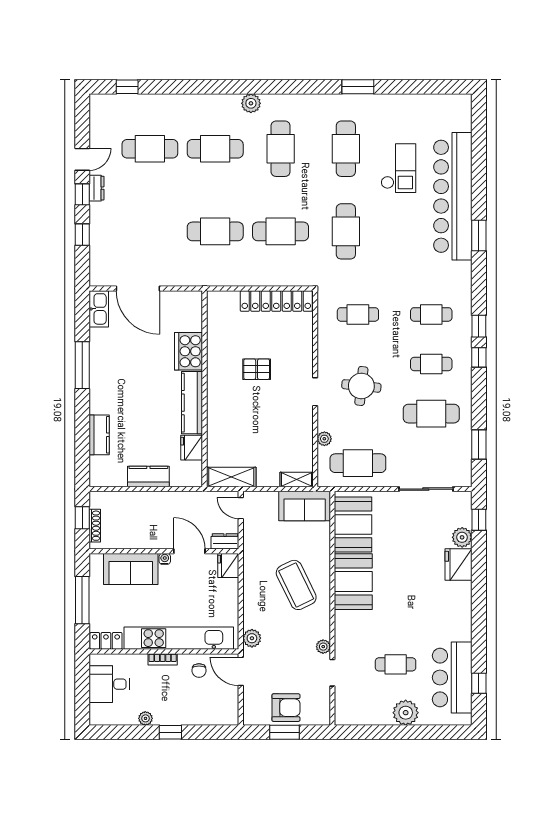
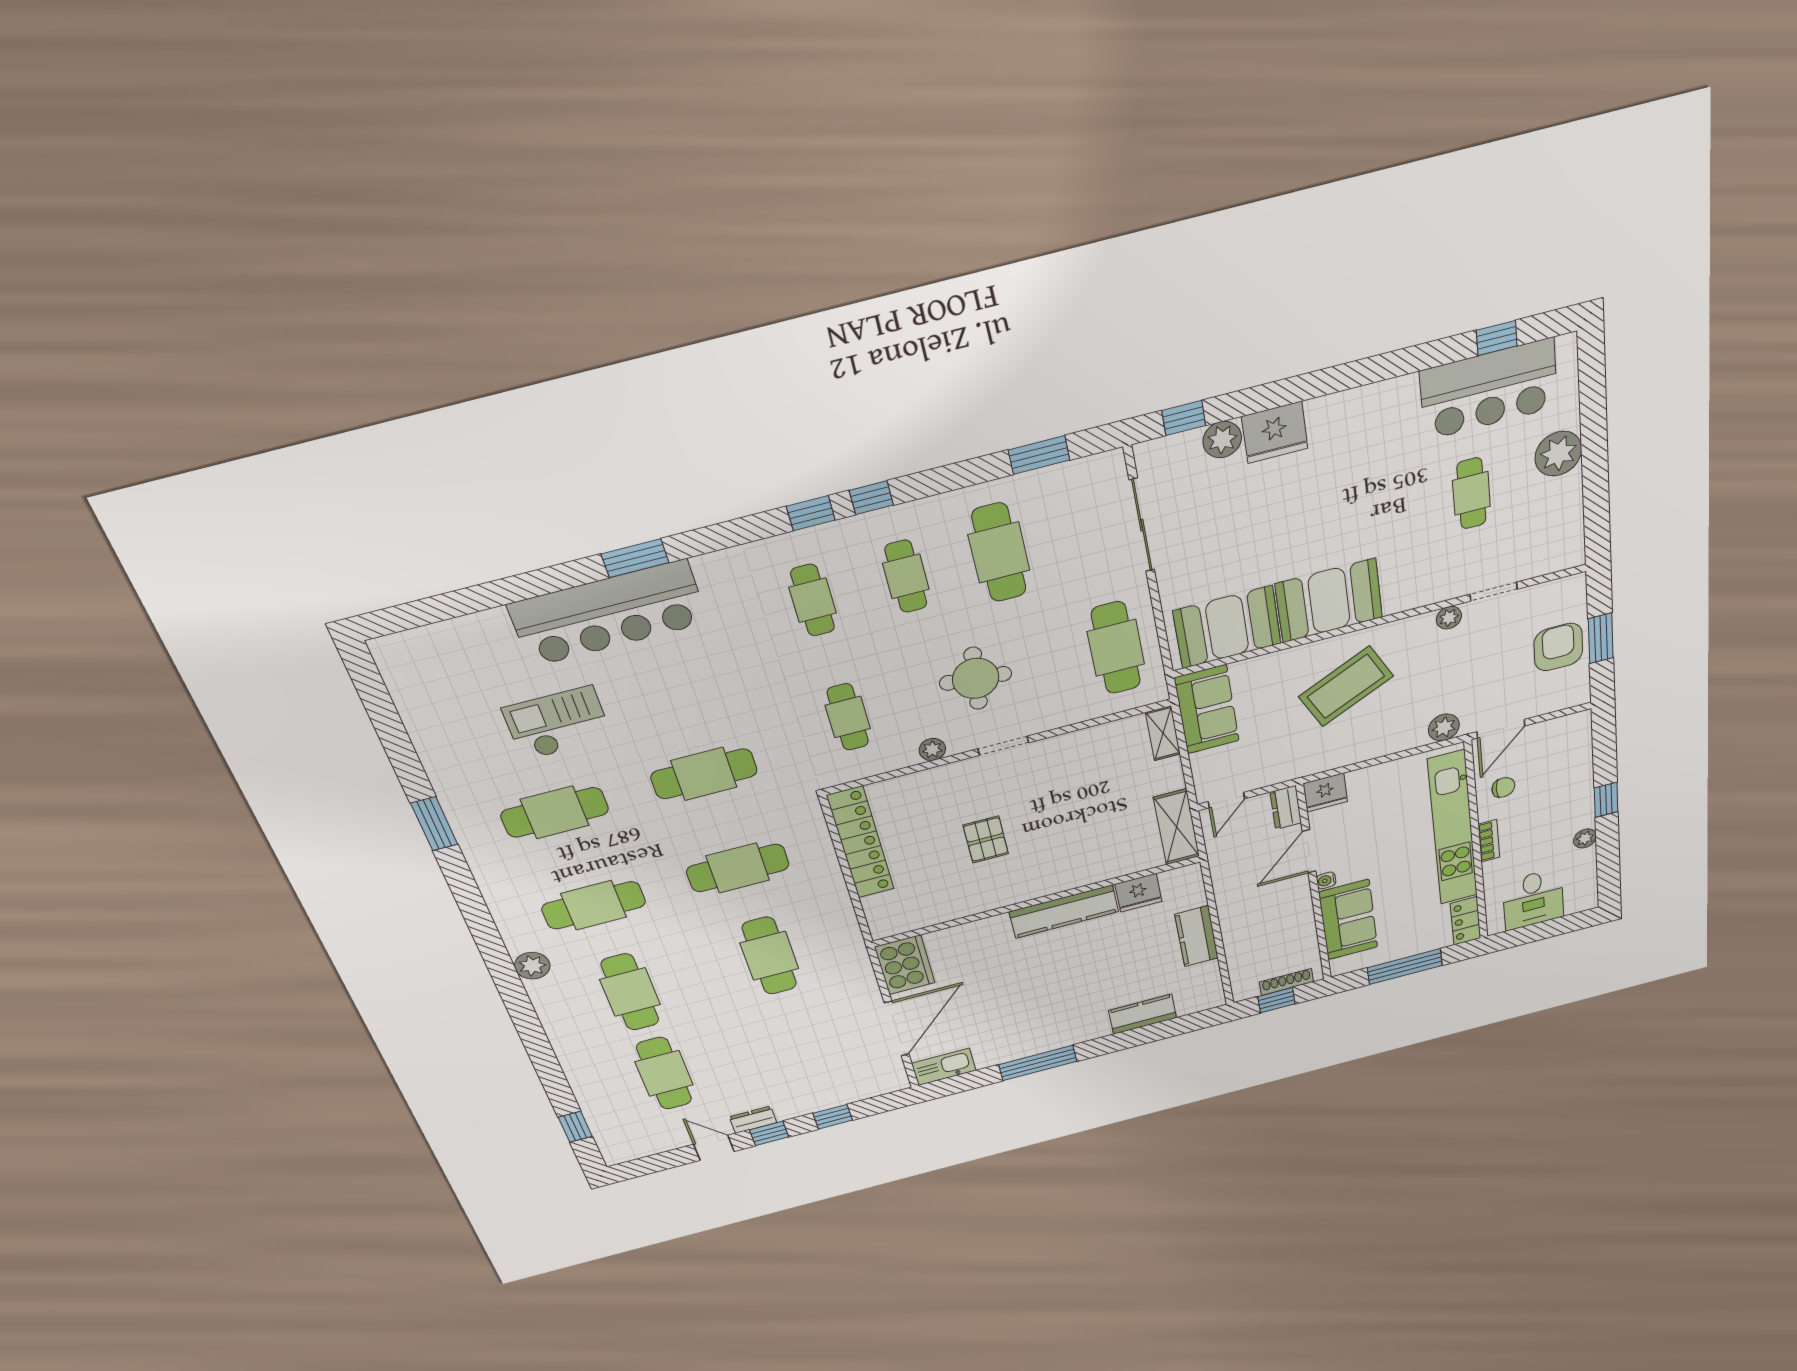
bar counter: (453, 196) -> (608, 613), width x0.73
cafe table: (281, 231) -> (738, 868), turned 90
cooker: (189, 351) -> (905, 965), moved, turned -90
plant: (324, 439) -> (932, 749), moved

